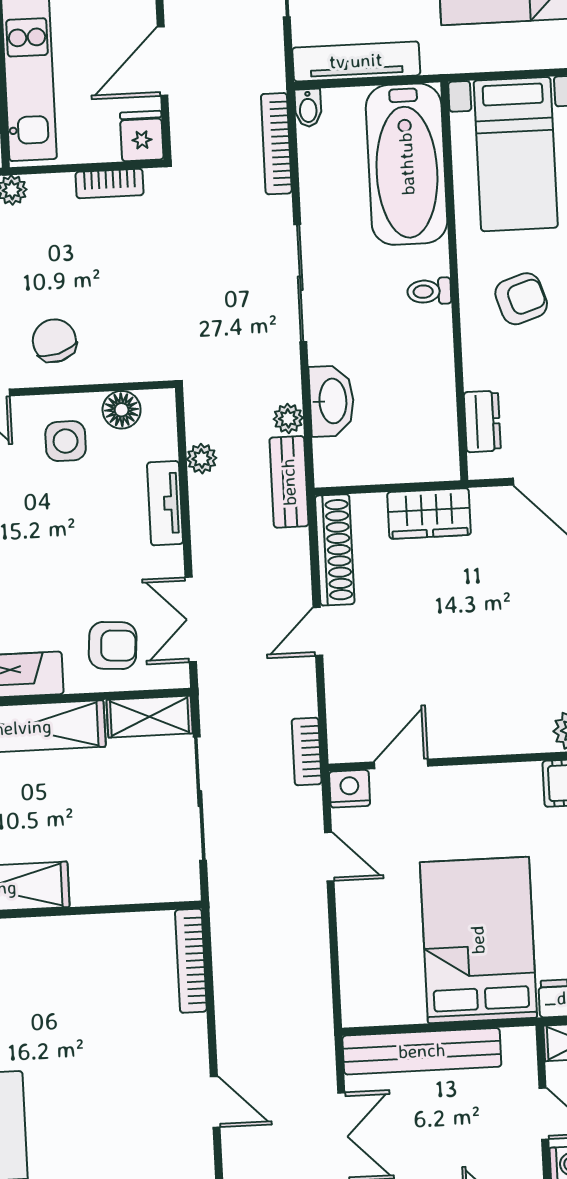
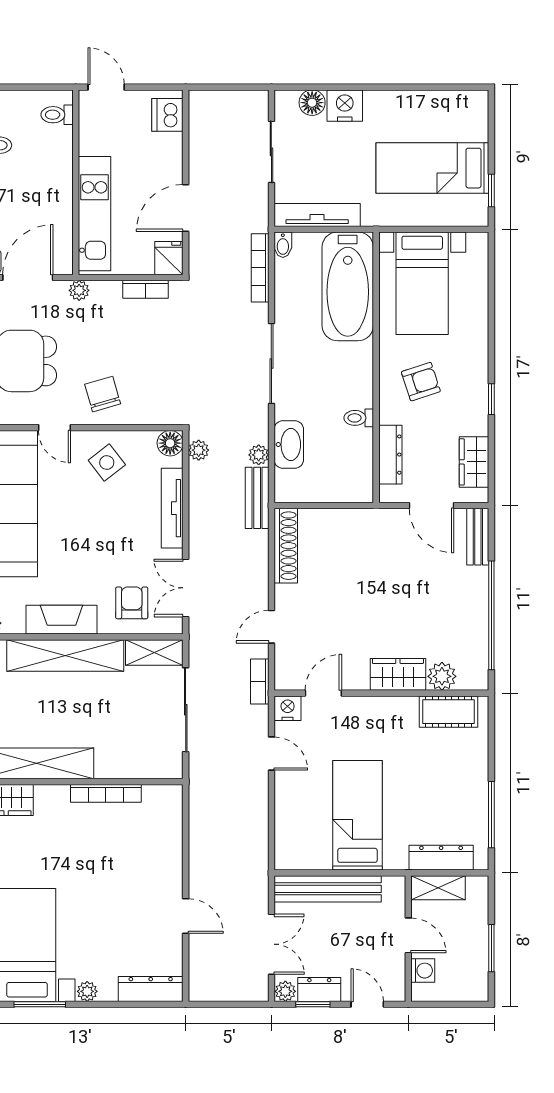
toilet: (429, 291) -> (359, 418), moved
floor lamp: (122, 410) -> (170, 443), moved
dresser: (482, 421) -> (390, 455), width x1.44
side table: (66, 441) -> (107, 463), turned -38
plant: (202, 459) -> (199, 450), moved
tv unit: (165, 503) -> (172, 508), width x1.41
wardrobe: (429, 513) -> (398, 674), moved, turned 180
door: (318, 631) -> (271, 627), moved
armchair: (113, 645) -> (132, 603), turned -94
bed: (478, 940) -> (357, 815), width x0.67
bookcase: (191, 961) -> (106, 793), moved, turned -90

